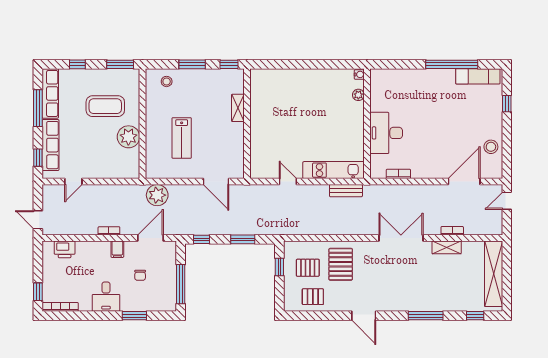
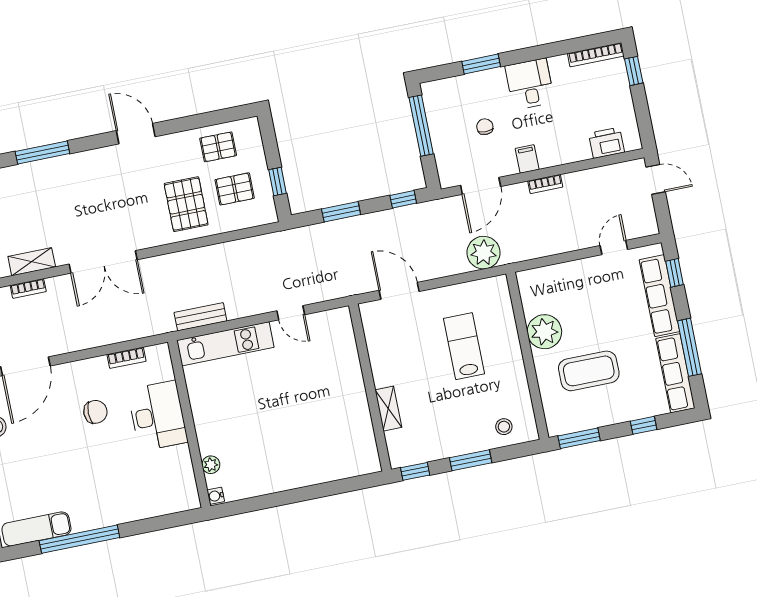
chair: (425, 143) -> (95, 412), added

